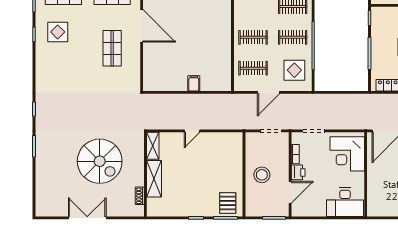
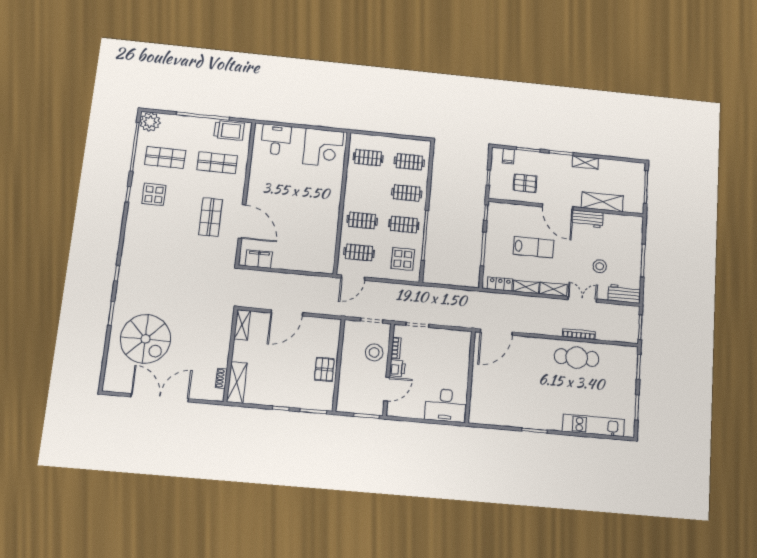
door: (142, 26) -> (242, 221), moved
filing cabinet: (194, 83) -> (259, 259), moved, width x2.00
door: (268, 92) -> (353, 278), moved
door: (192, 131) -> (287, 313), width x1.88
corner desk: (347, 154) -> (452, 353), removed
spiral stairs: (100, 161) -> (145, 339), moved
stool: (262, 175) -> (374, 352), moved
shelving: (154, 179) -> (237, 382), moved
pallet: (228, 203) -> (324, 369), moved
double door: (87, 218) -> (160, 398), width x1.36

